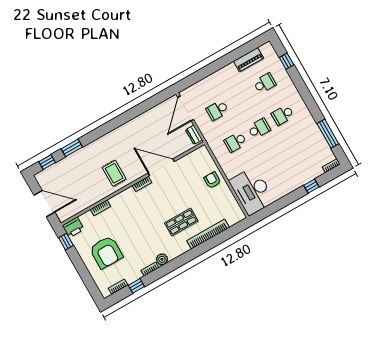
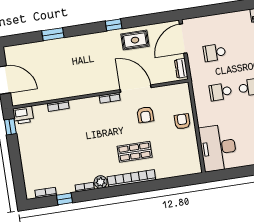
window: (47, 162) -> (114, 25), moved
rug: (114, 173) -> (135, 40), moved, turned 90
bookcase: (208, 234) -> (131, 178), moved
armchair: (106, 252) -> (145, 115), moved, width x0.53, depth x0.53

